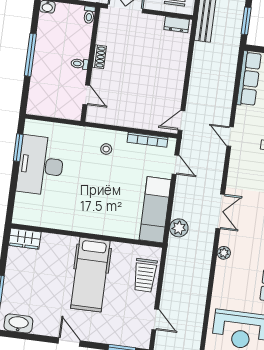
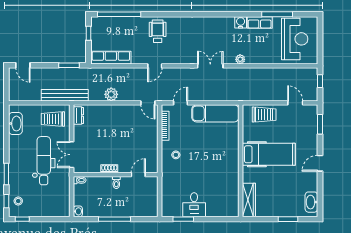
desk: (41, 165) -> (194, 205), width x0.53, depth x0.77
plant: (179, 228) -> (111, 94), moved
wardrobe: (25, 239) -> (249, 200), width x1.50
door: (155, 319) -> (295, 103), hinge flipped

